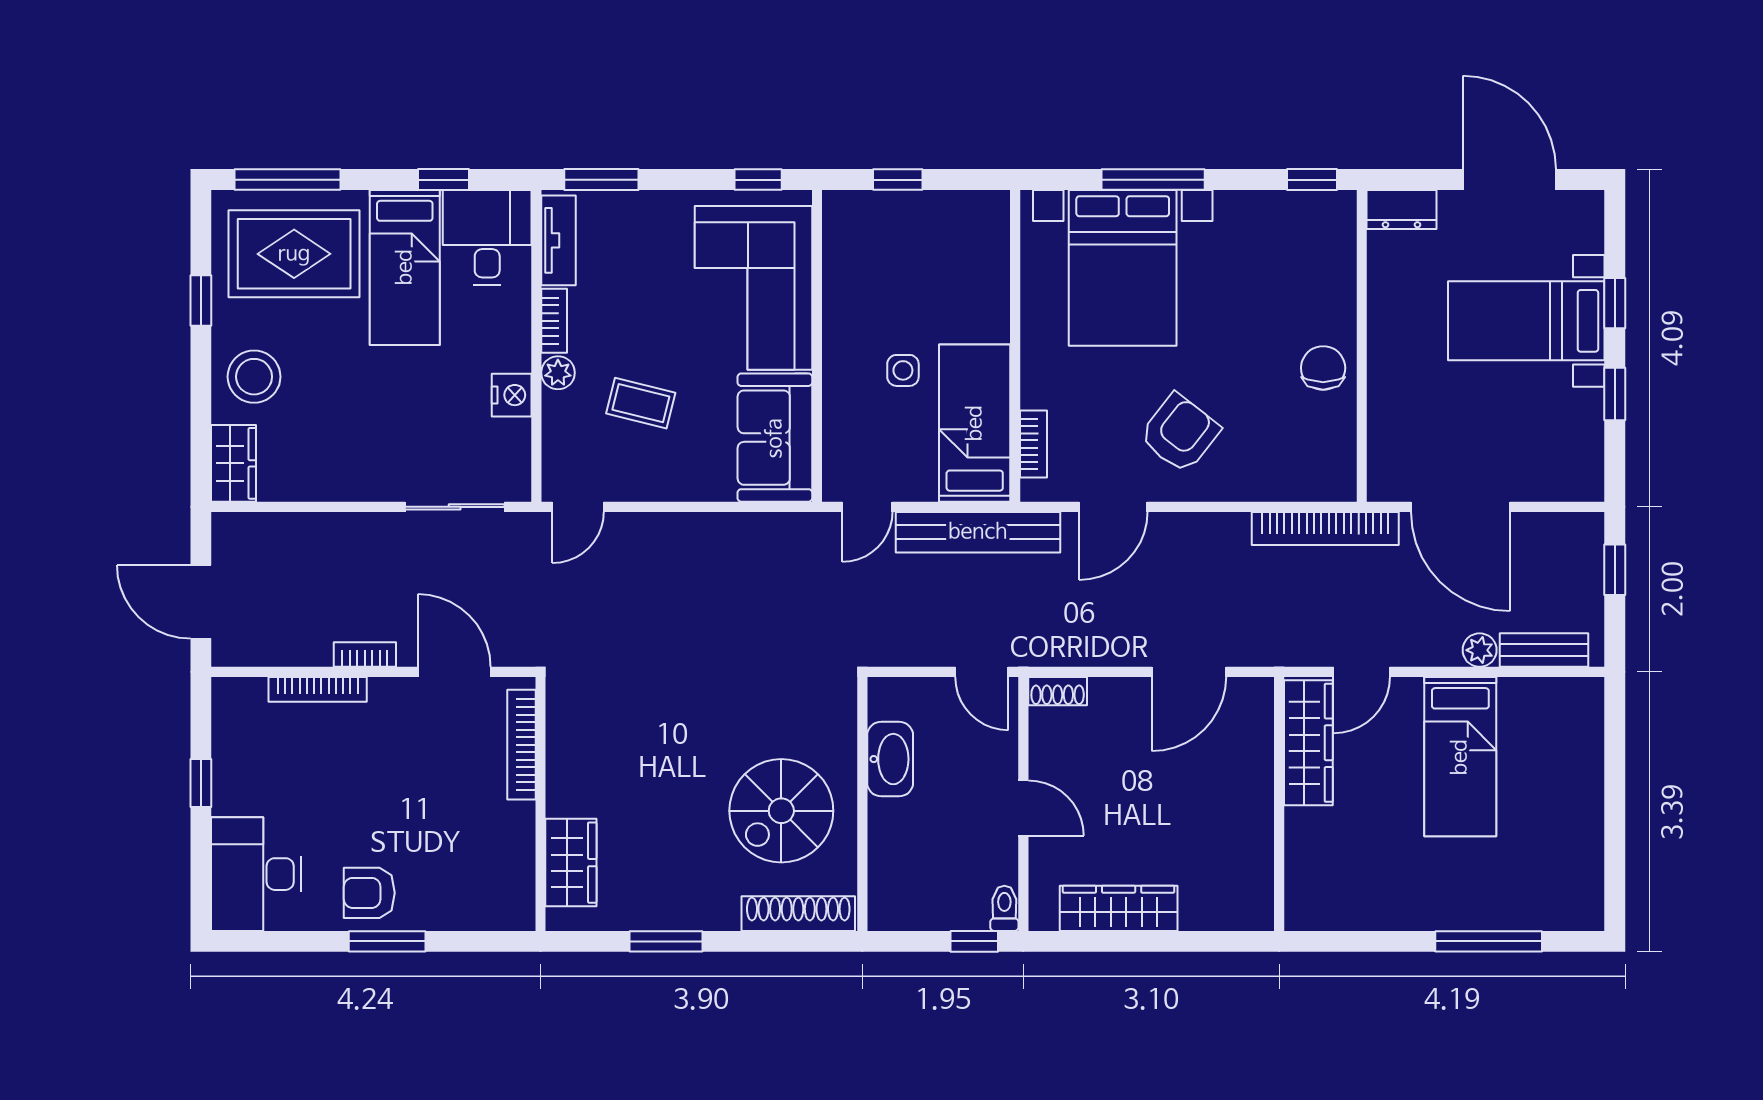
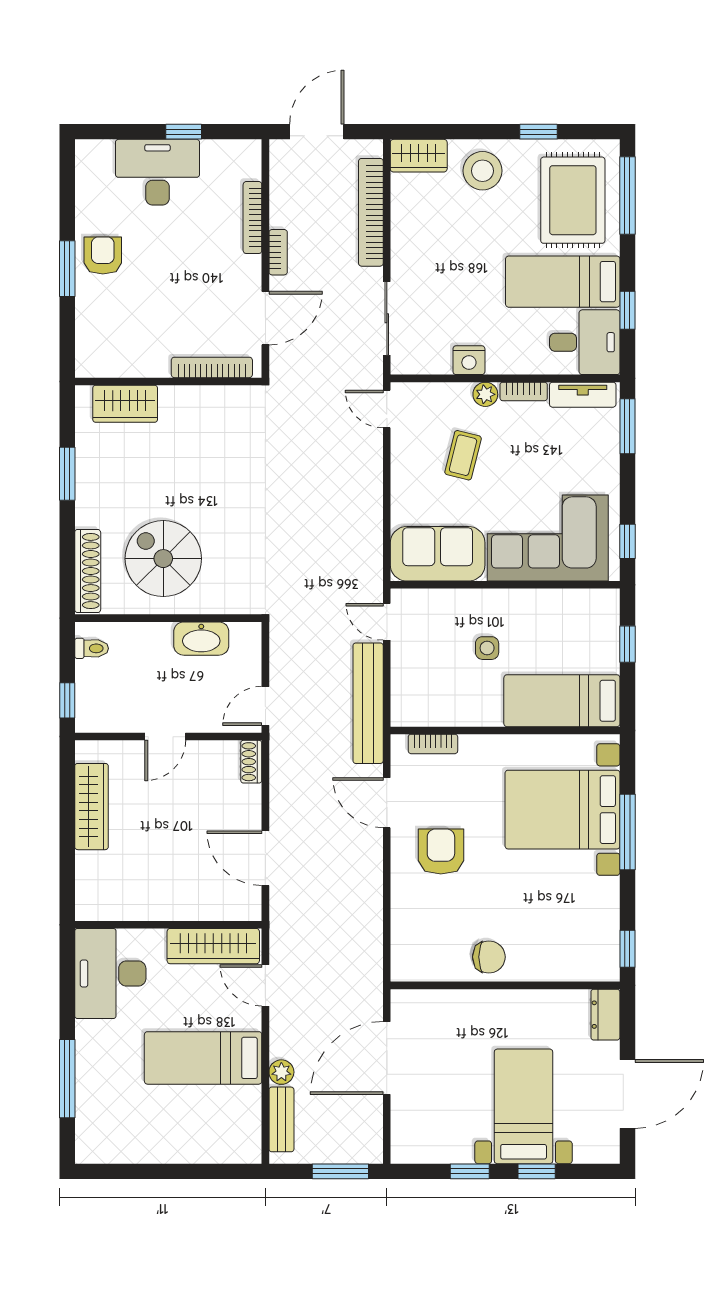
bed: (975, 423) -> (562, 701), moved, turned 180
armchair: (1180, 433) -> (441, 852), turned -128
bookcase: (1325, 528) -> (371, 212), moved
window: (1615, 570) -> (340, 1171), width x1.50
desk: (256, 874) -> (157, 172), moved
desk: (1346, 883) -> (110, 974), added
toilet: (1004, 908) -> (92, 648), moved

